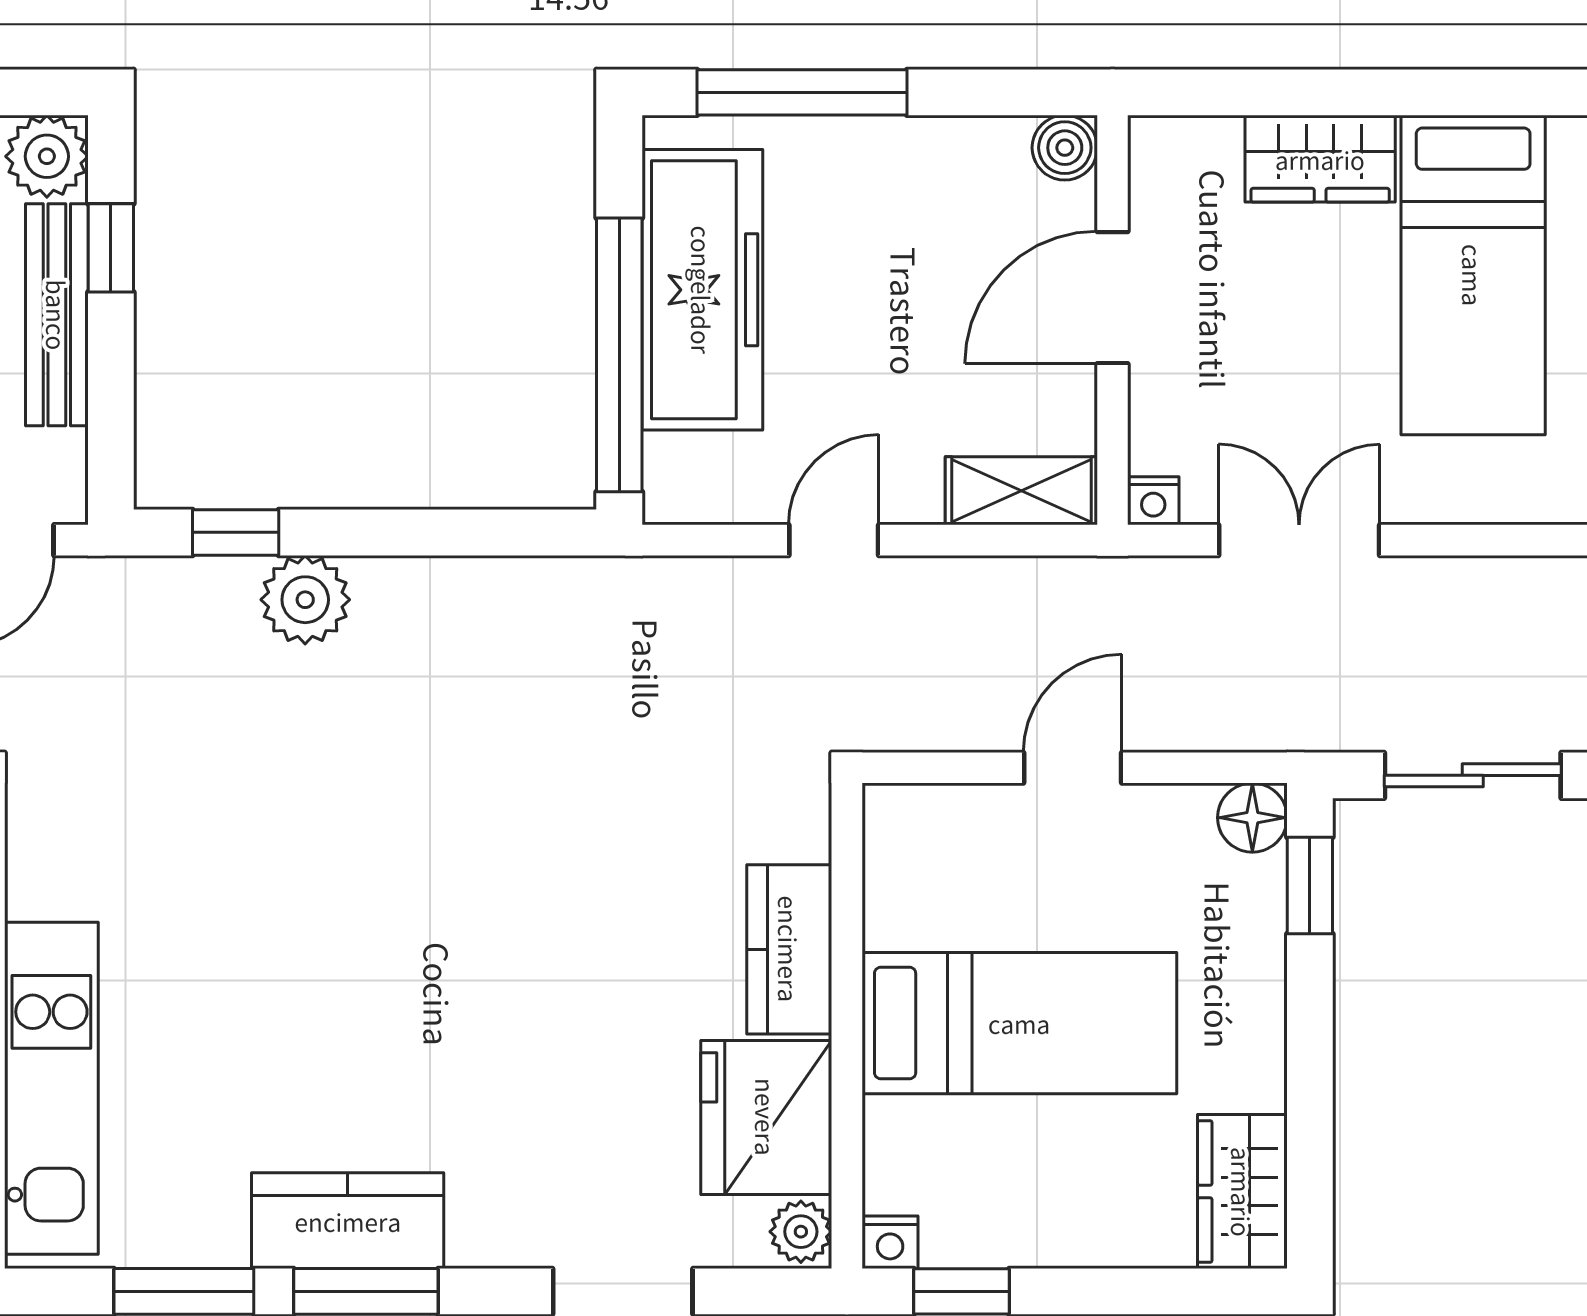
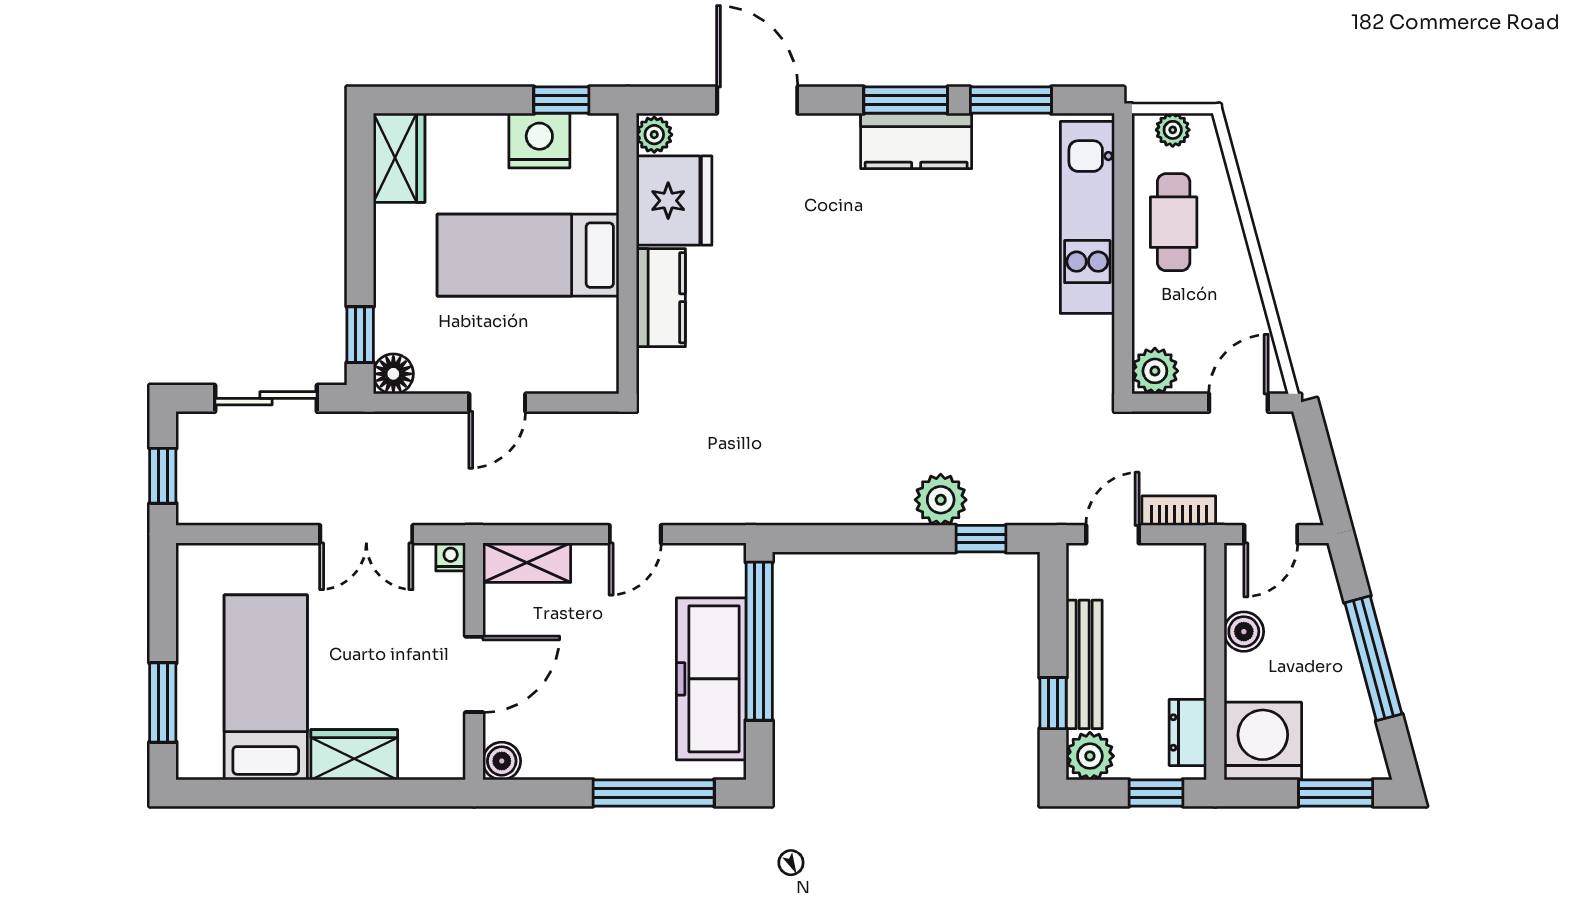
nightstand: (890, 1242) -> (539, 141), moved, width x1.89, depth x1.79

